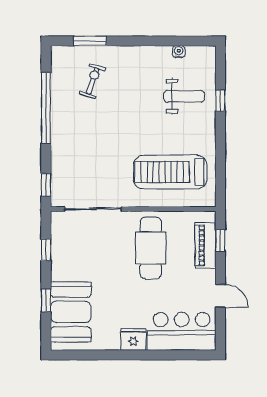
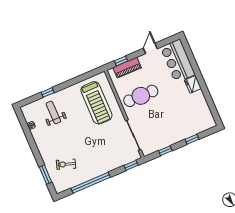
booth: (71, 312) -> (192, 124), removed

